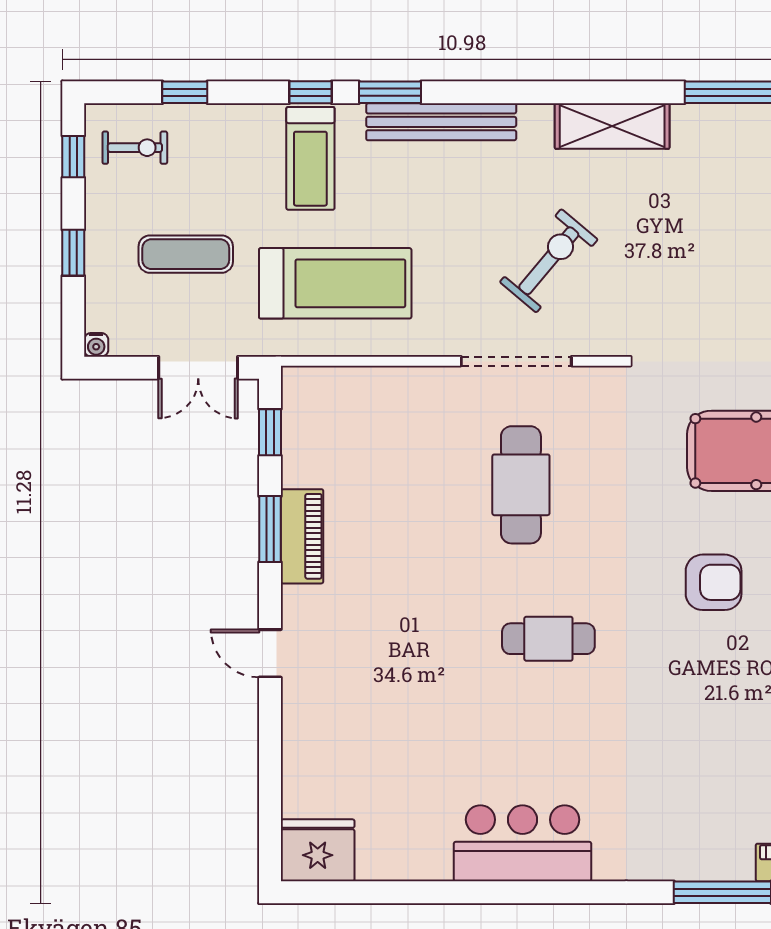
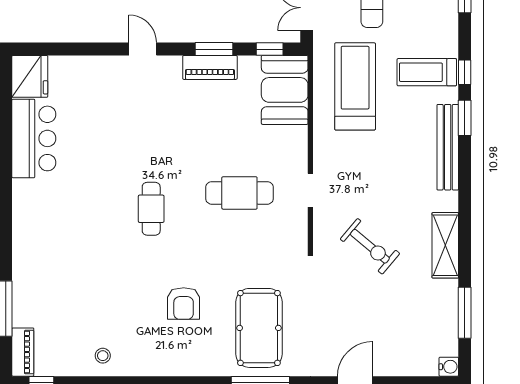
exercise bike: (549, 261) -> (370, 246), moved
treadmill: (335, 283) -> (355, 86), turned 180
doorway: (516, 361) -> (310, 190), width x0.53
booth: (341, 406) -> (285, 90), added
door: (270, 653) -> (143, 49), hinge flipped
bar counter: (523, 843) -> (34, 138), moved

